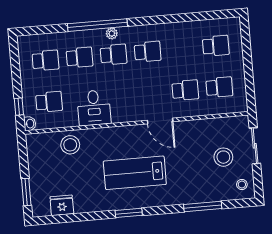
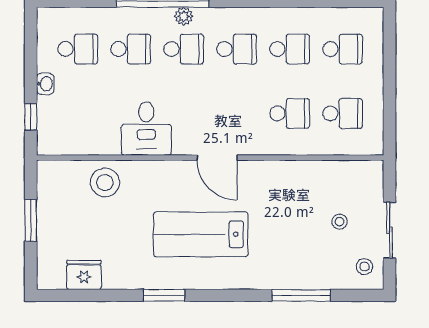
school desk: (49, 102) -> (290, 49), moved
door: (160, 121) -> (217, 158), moved
washbasin: (30, 124) -> (45, 84), moved
sliding door: (255, 146) -> (390, 230), moved
stool: (223, 157) -> (340, 222), width x0.53, depth x0.53
window: (26, 192) -> (31, 220), moved
window: (129, 213) -> (164, 295), moved

